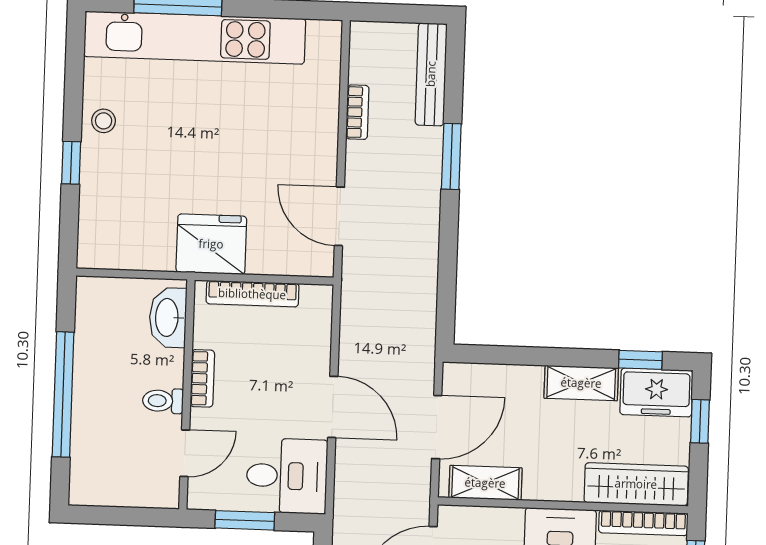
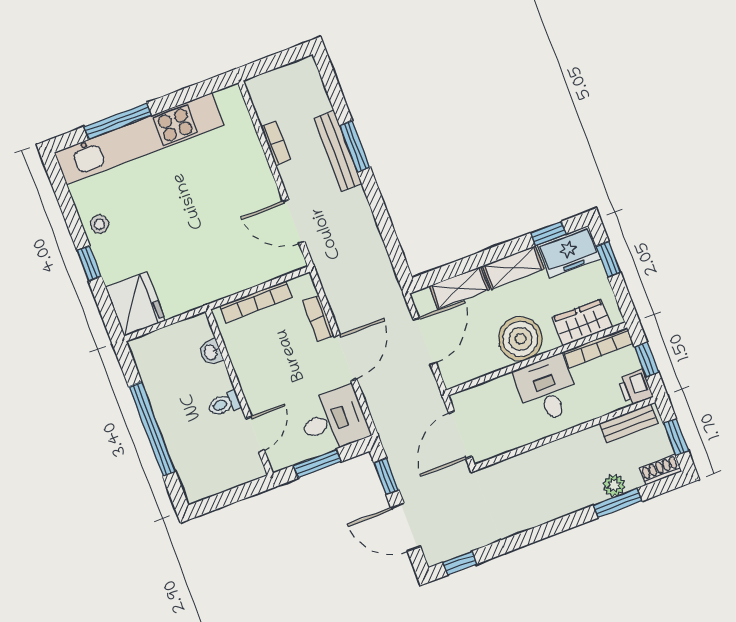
bench: (431, 74) -> (338, 151), moved
fridge: (211, 244) -> (135, 304), moved, turned 90
washbasin: (168, 318) -> (211, 352), width x0.52, depth x0.69
bookcase: (202, 378) -> (318, 318), moved, turned 180
door: (333, 407) -> (346, 358), hinge flipped
boiler: (553, 473) -> (520, 339), added
shelving: (485, 483) -> (459, 288), moved
wardrobe: (636, 484) -> (582, 322), width x0.67

